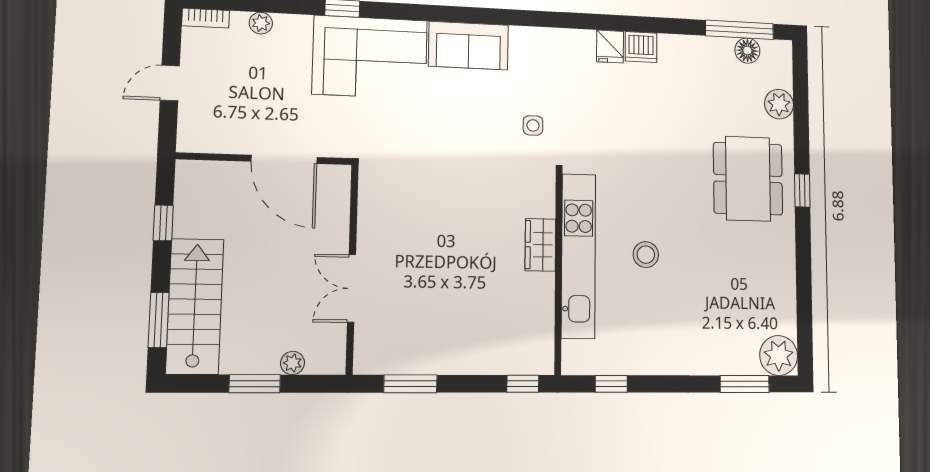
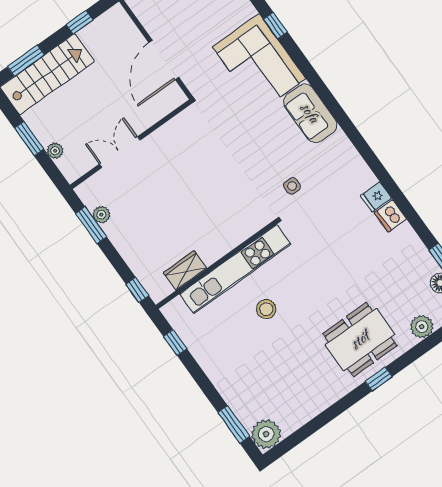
wardrobe: (540, 245) -> (185, 270), moved
plant: (407, 363) -> (101, 215), added

